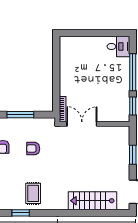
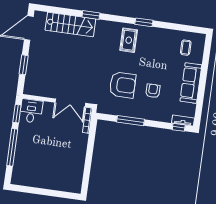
desk: (118, 46) -> (31, 111), moved, turned 90
armchair: (33, 149) -> (122, 85), width x1.88, depth x1.88
window: (74, 213) -> (91, 15), added

